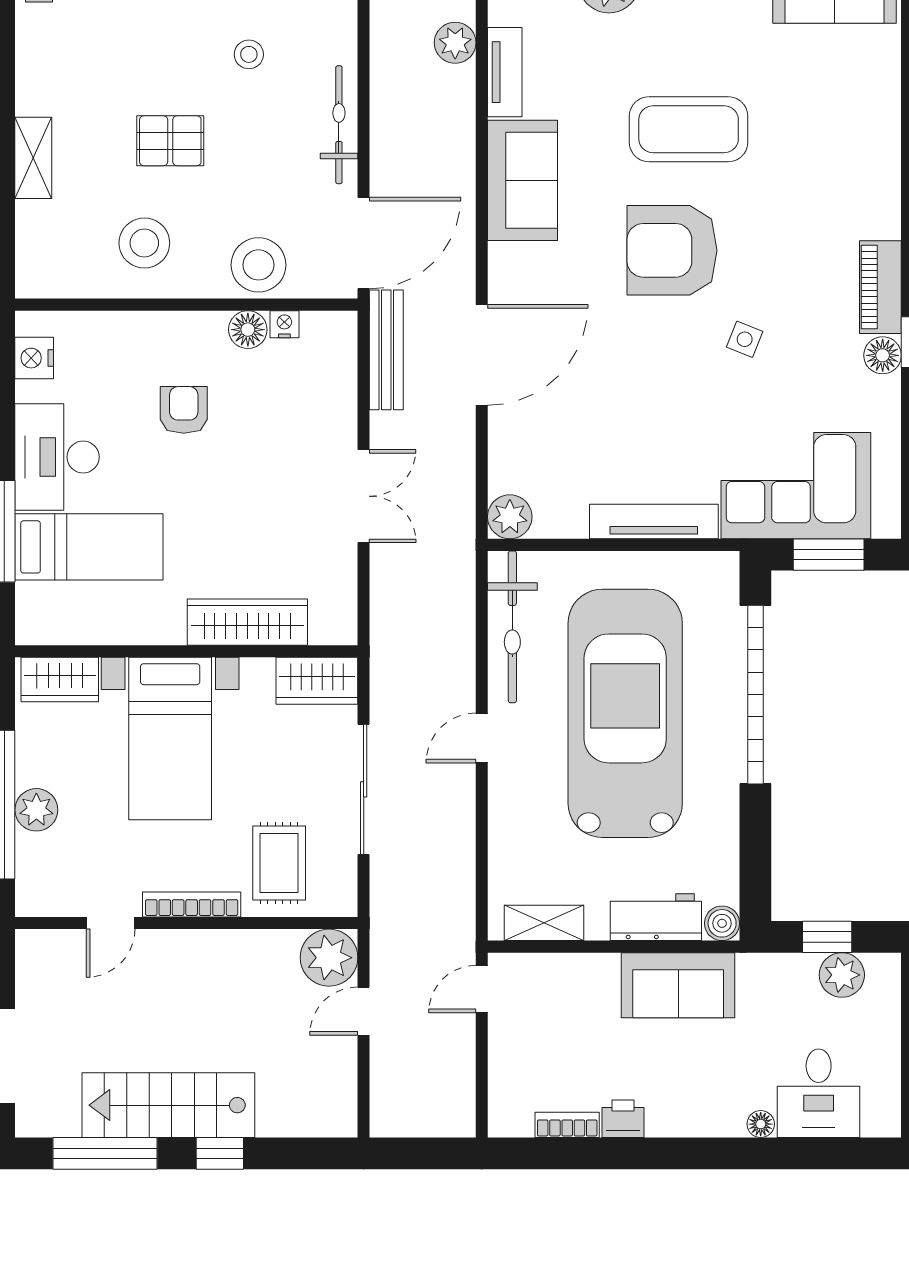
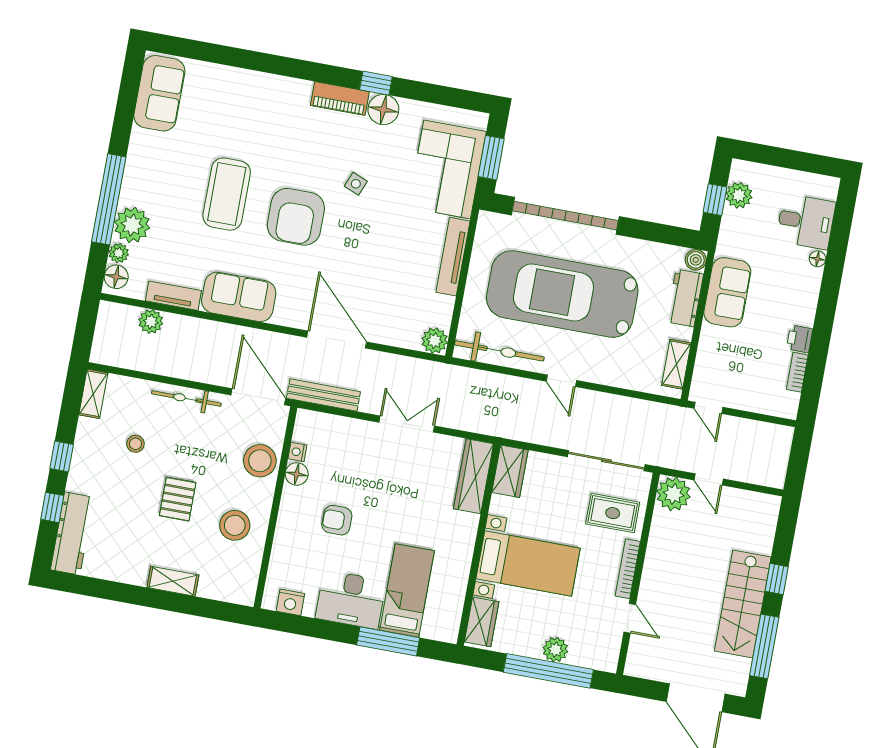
floor lamp: (883, 355) -> (383, 110), width x1.38, depth x1.38
wardrobe: (247, 622) -> (474, 476), moved
sliding door: (364, 789) -> (606, 461), moved

